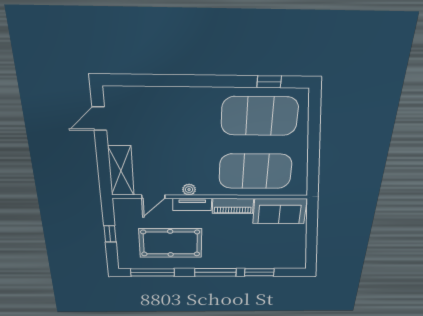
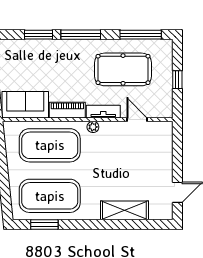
window: (269, 82) -> (44, 224), width x1.50
shelving: (121, 171) -> (124, 210), moved, turned 90
plant: (189, 190) -> (93, 127), moved
door: (153, 197) -> (137, 120), hinge flipped

